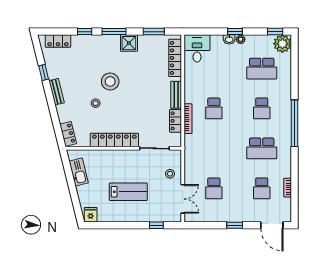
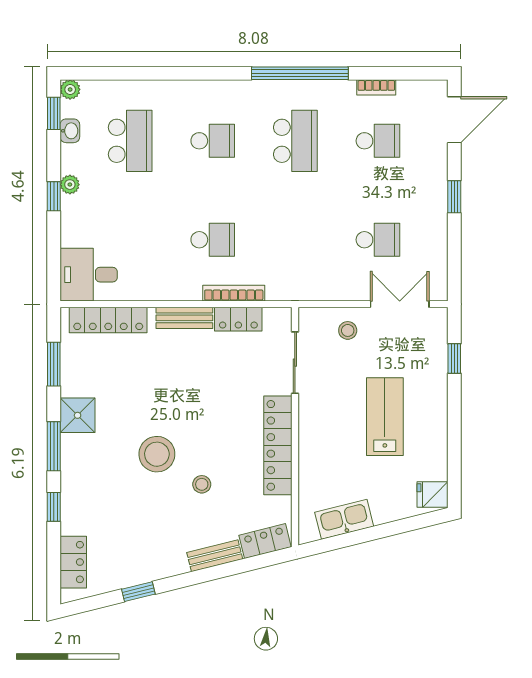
washbasin: (229, 39) -> (70, 131), moved
plant: (282, 44) -> (70, 89), width x0.53, depth x0.53
bench: (57, 92) -> (215, 556), moved
window: (294, 123) -> (300, 73), moved

